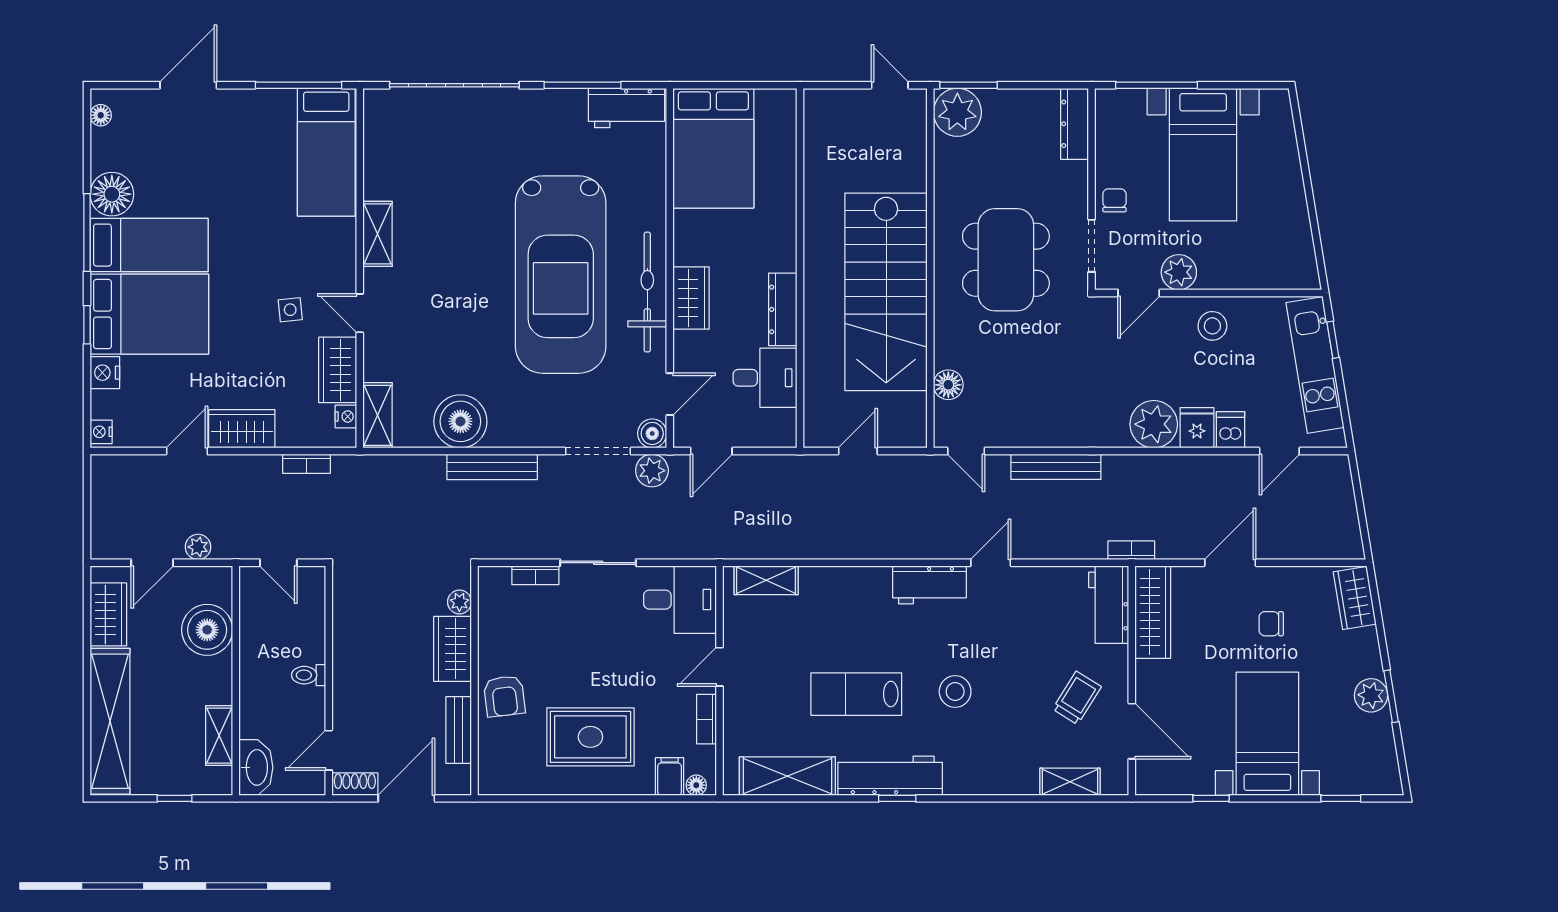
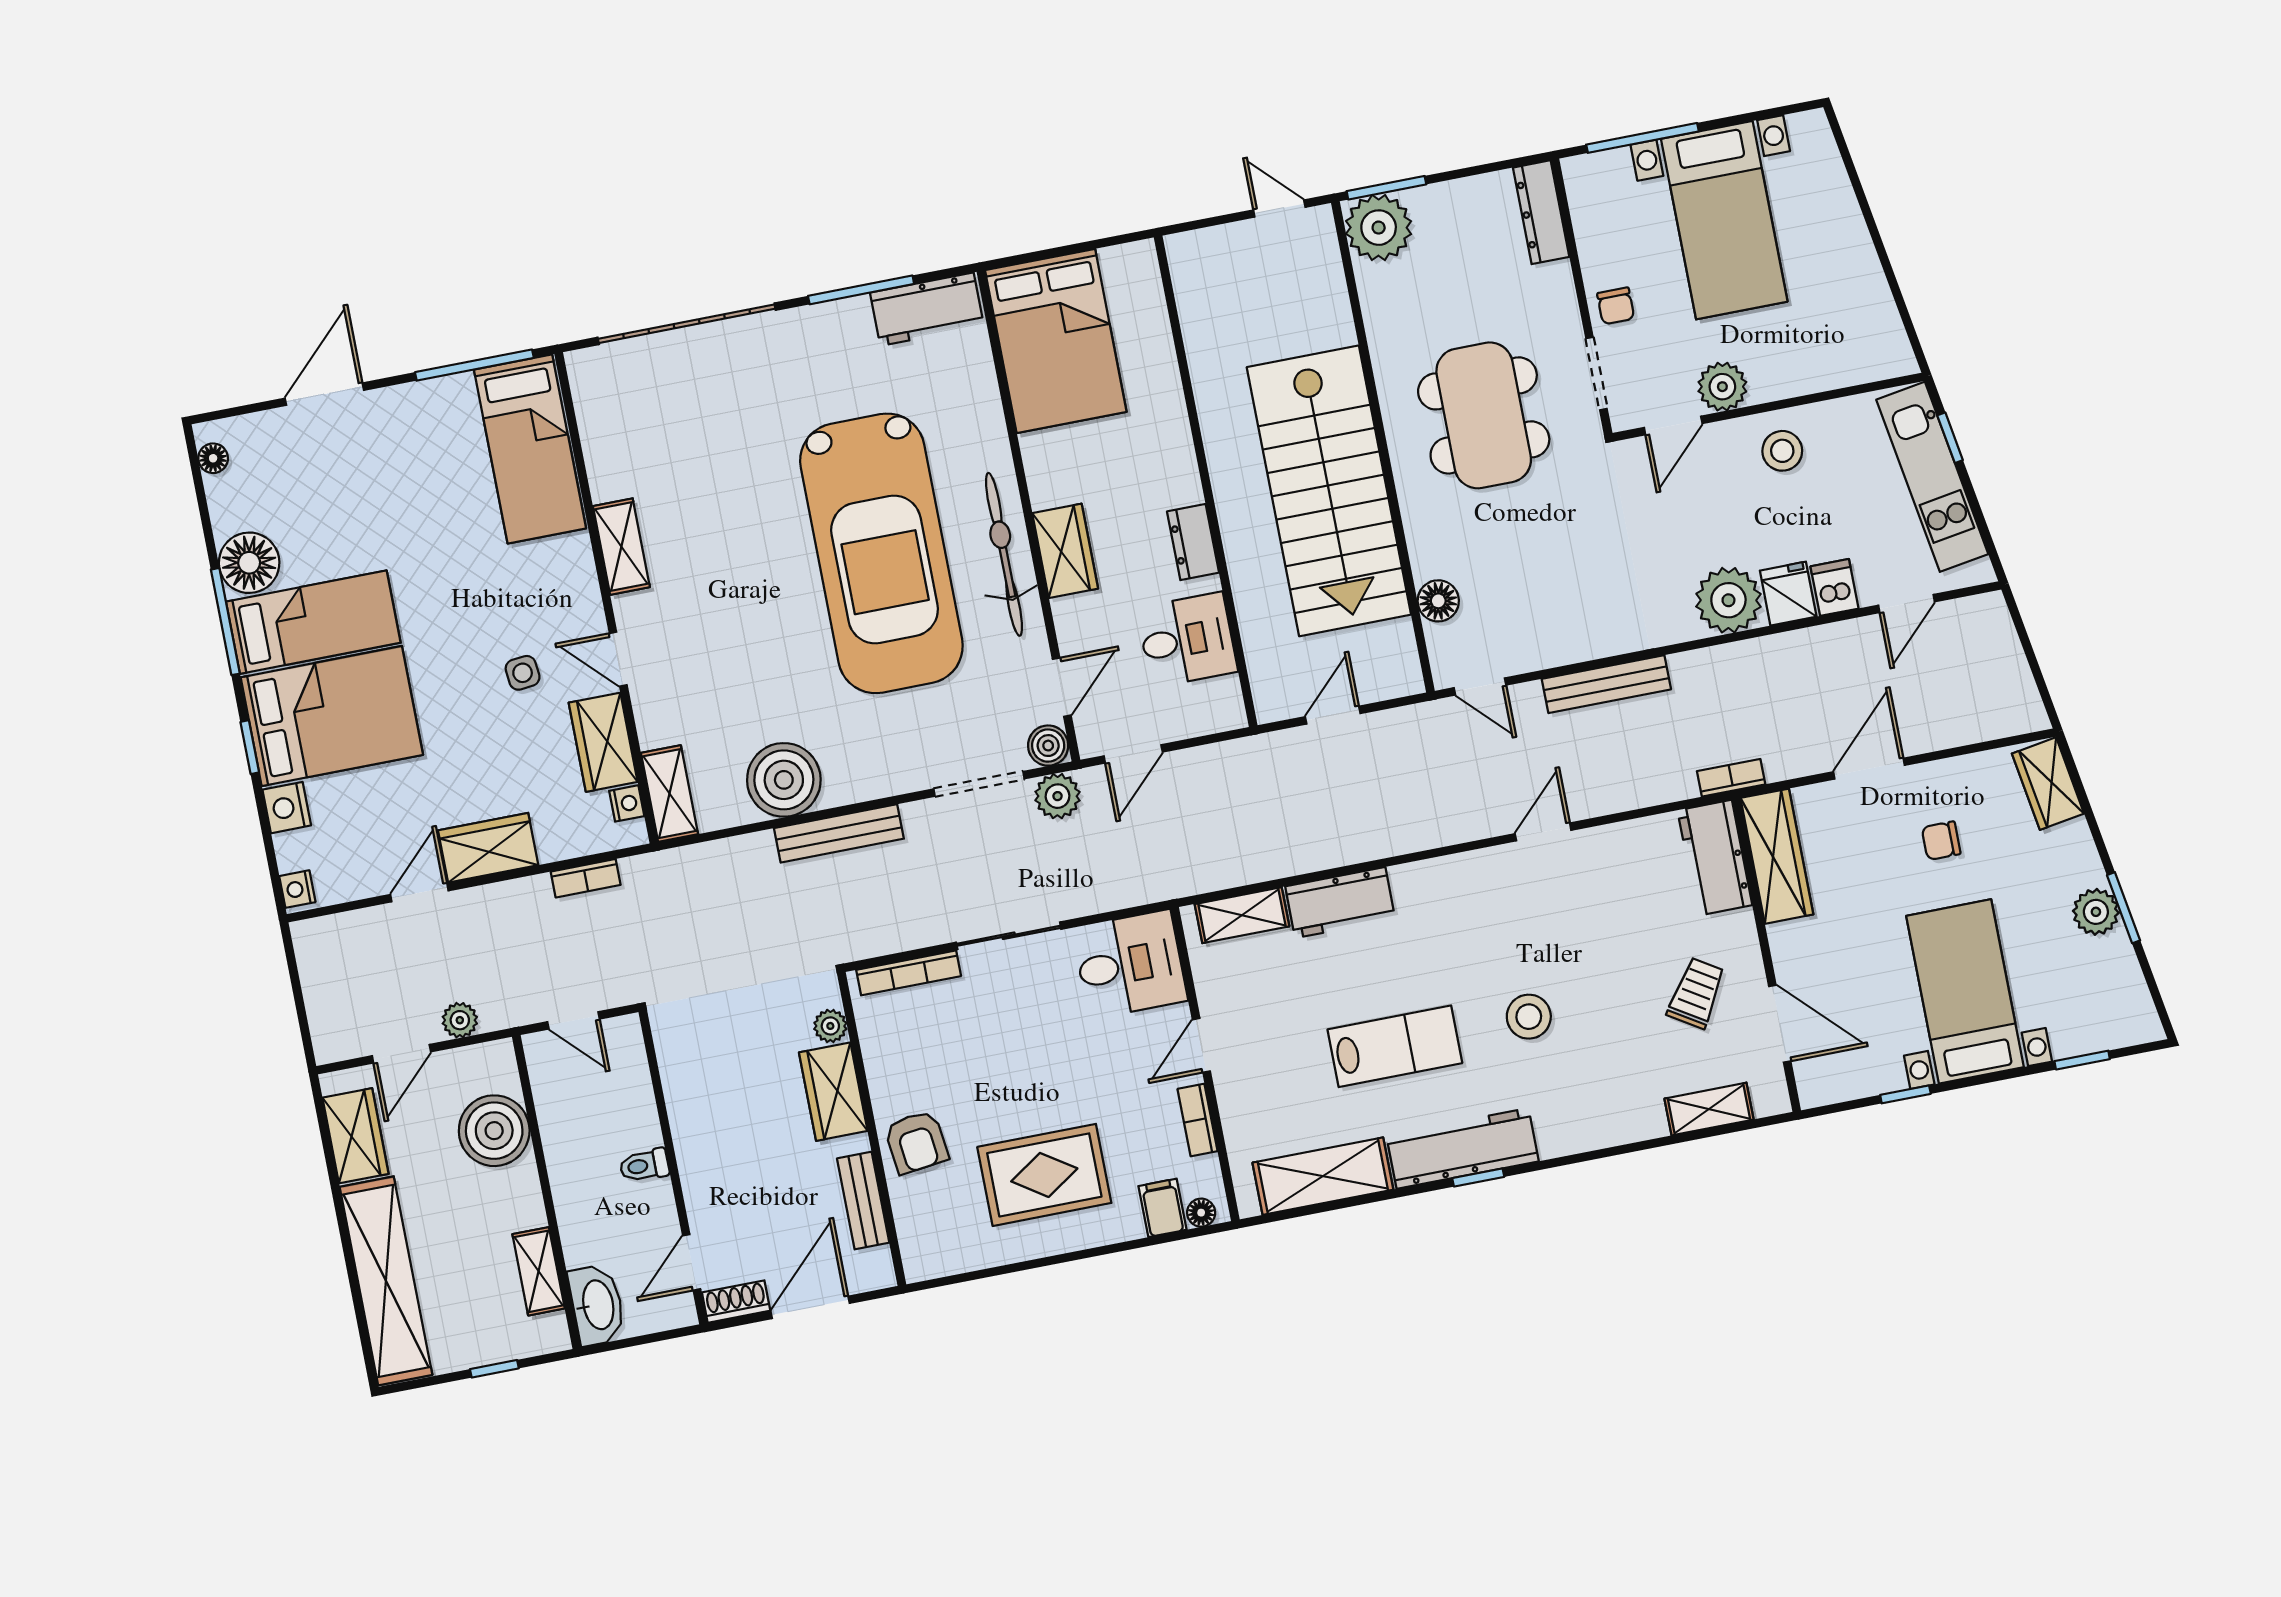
chair: (1114, 200) -> (1616, 306), turned 180
dresser: (783, 309) -> (1193, 542), width x0.70
bookcase: (535, 575) -> (909, 973), width x1.56
workbench: (929, 585) -> (1340, 903), moved
lab bench: (856, 694) -> (1395, 1046), turned 180

